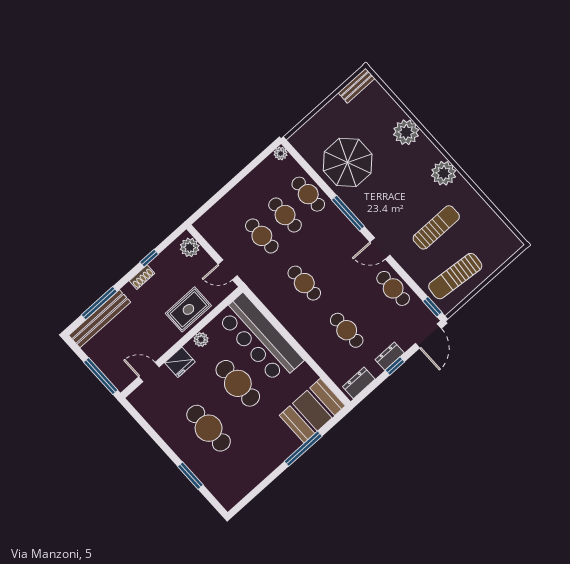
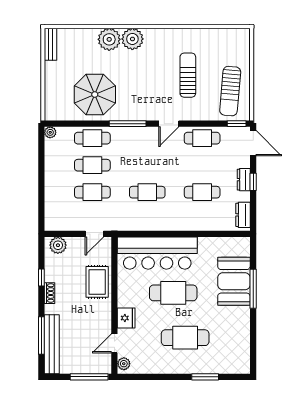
plant: (444, 173) -> (132, 39), moved
plant: (201, 340) -> (124, 364), moved
booth: (312, 411) -> (234, 281), moved

